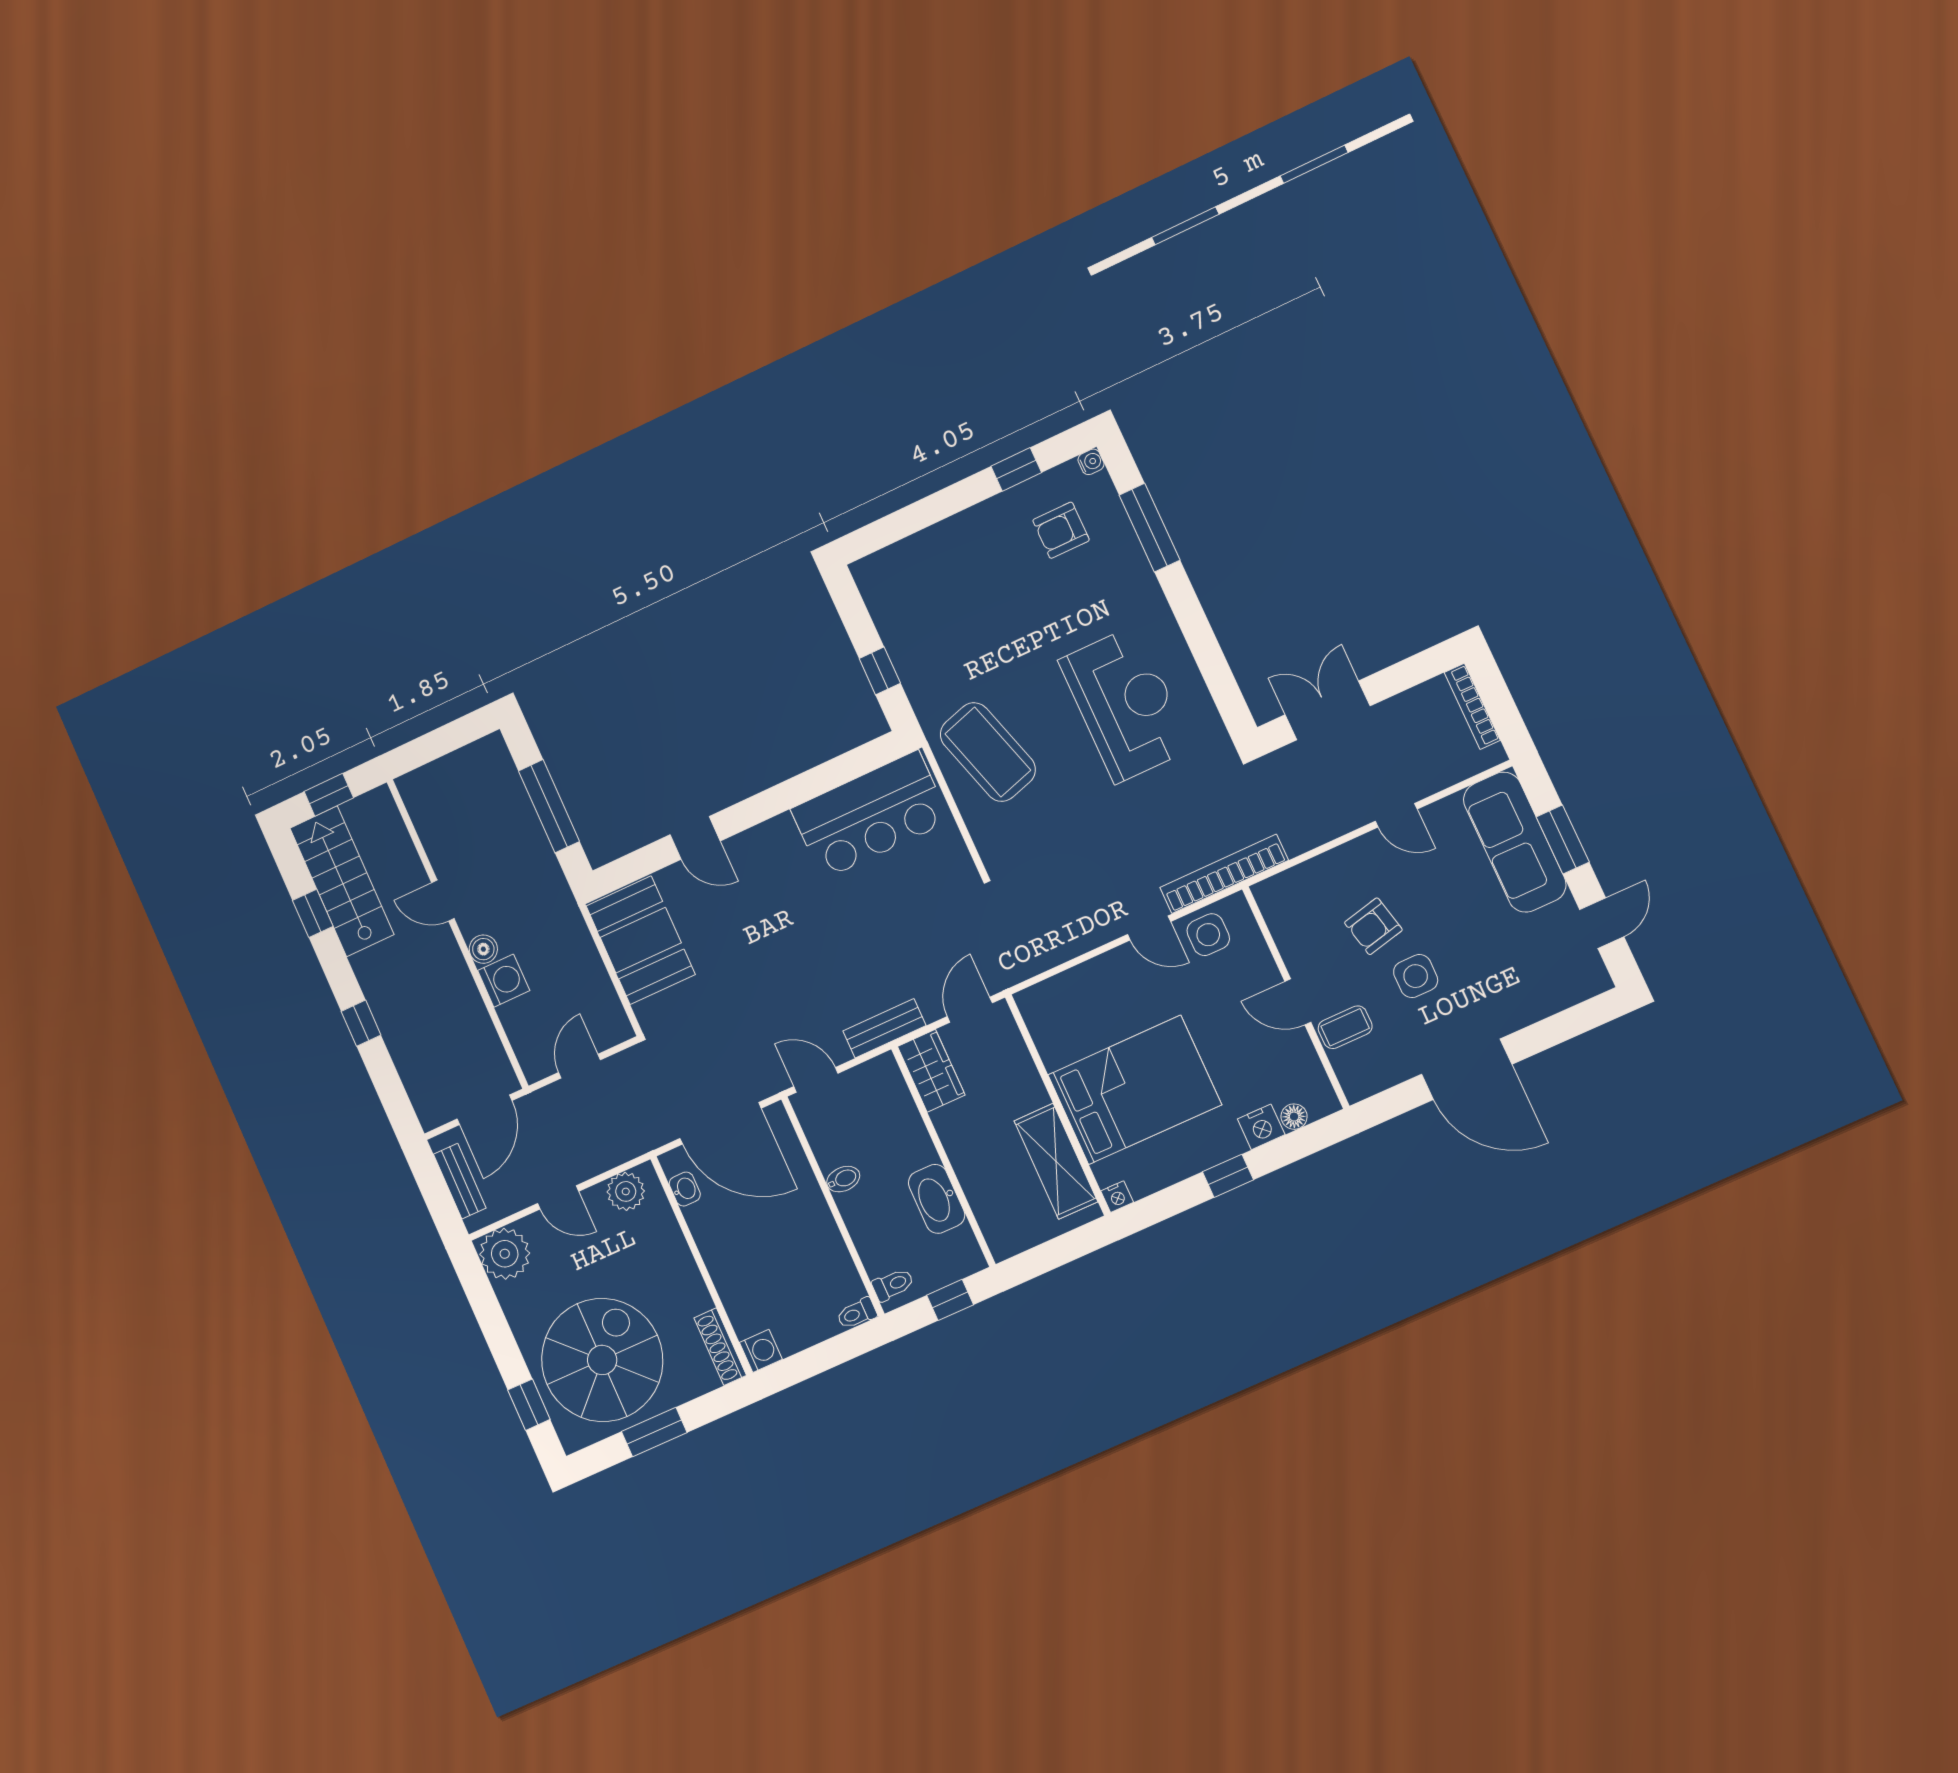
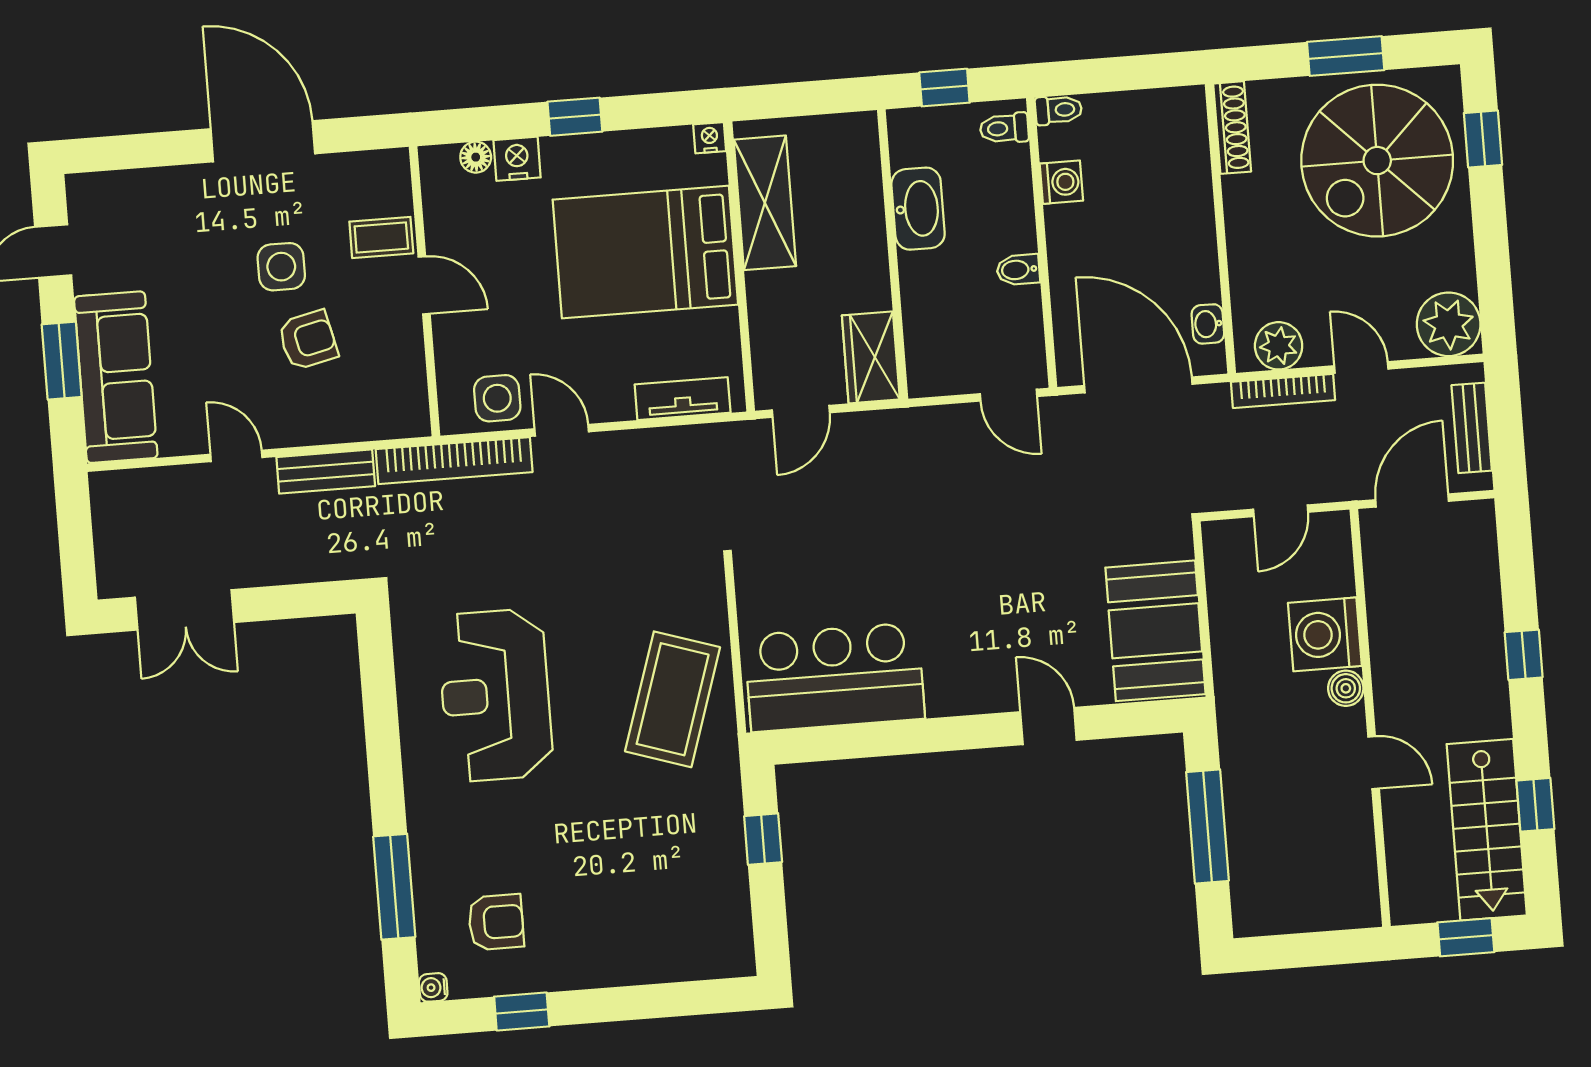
bookcase: (1472, 706) -> (1283, 391), moved, turned 90
double door: (1328, 710) -> (185, 610), moved
coffee table: (988, 752) -> (673, 699), turned 35
washing machine: (504, 981) -> (1325, 634), width x1.37, depth x1.37
tv unit: (1064, 987) -> (683, 399), added
bench: (884, 1028) -> (326, 472), moved
washing machine: (761, 1351) -> (1061, 182), moved, turned 180

